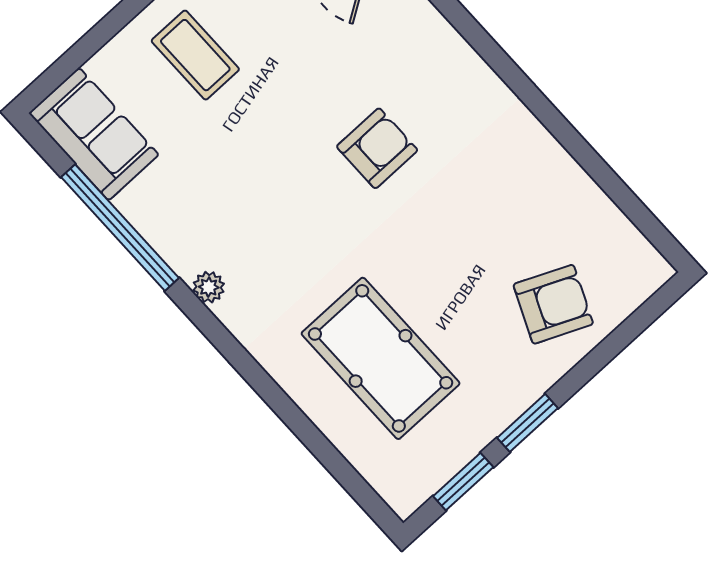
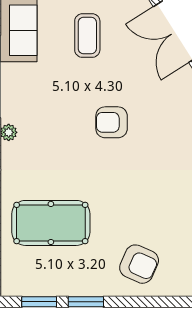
armchair: (377, 148) -> (112, 122), moved, turned 180
pool table: (381, 358) -> (51, 223), turned 90

